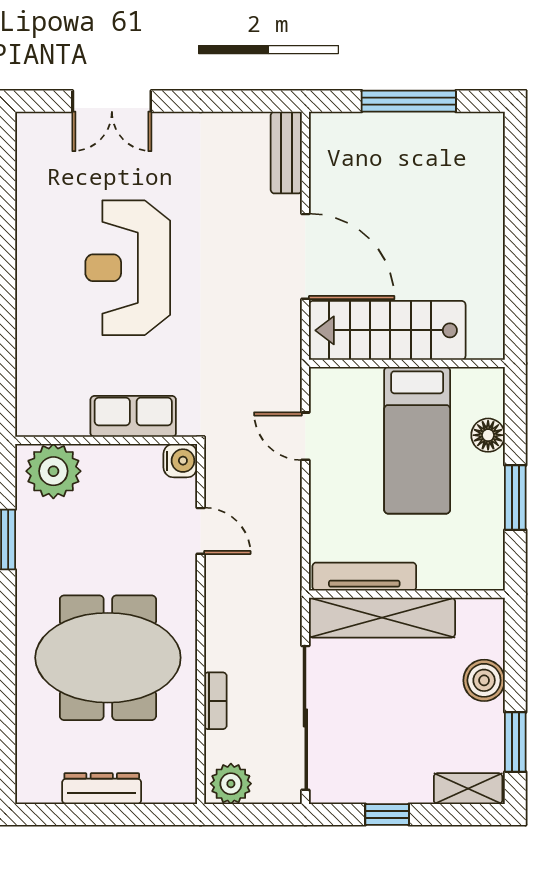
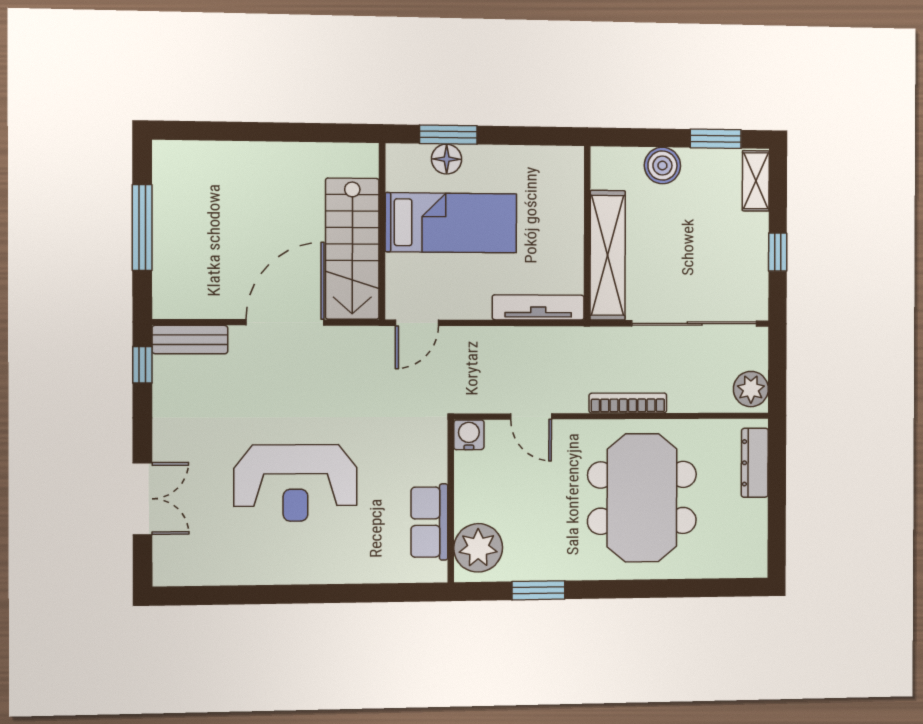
window: (259, 101) -> (142, 365), added
row of seats: (133, 416) -> (429, 522), moved
door: (305, 436) -> (417, 323), moved
window: (515, 497) -> (448, 135), moved
door: (201, 531) -> (531, 416), swing flipped
tv unit: (364, 577) -> (538, 307), moved, turned 90
bookcase: (215, 701) -> (628, 403), moved, width x1.56
dresser: (102, 789) -> (755, 463), moved

